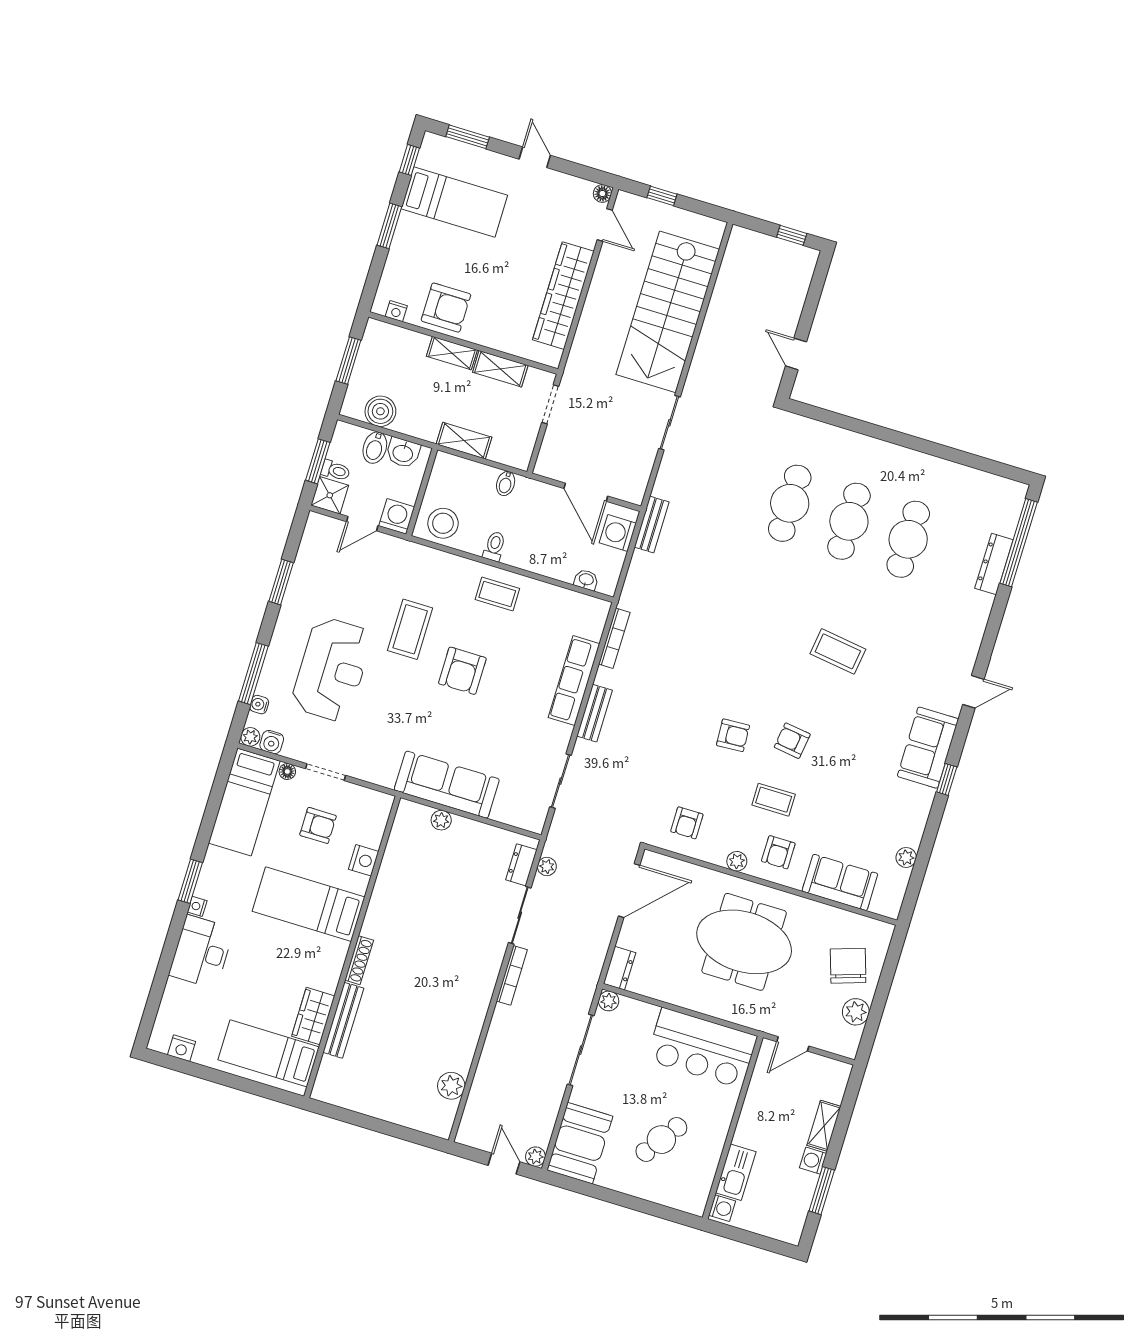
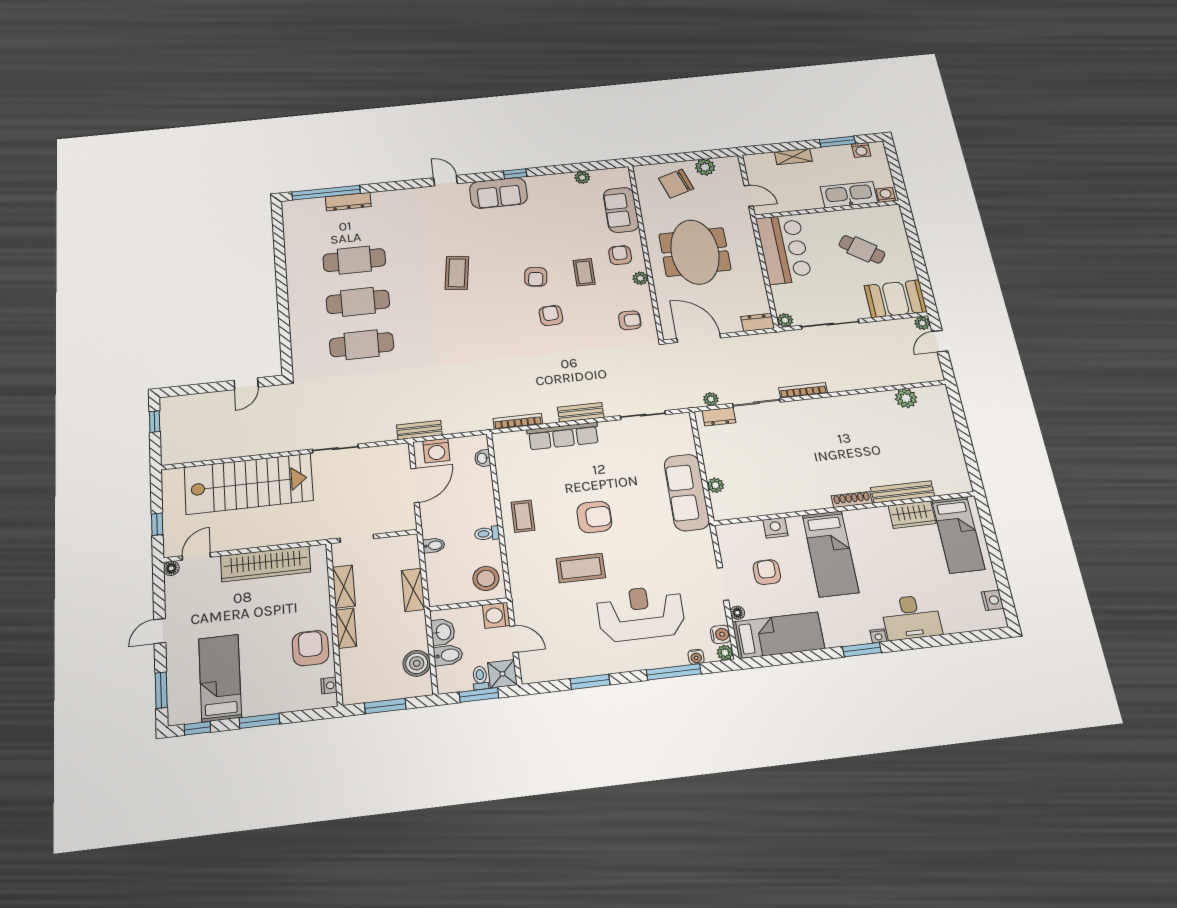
armchair: (778, 852) -> (620, 255), turned -90
washing machine: (813, 1161) -> (861, 150), moved
kitchen sink: (736, 1172) -> (849, 195), width x1.36, depth x1.24

